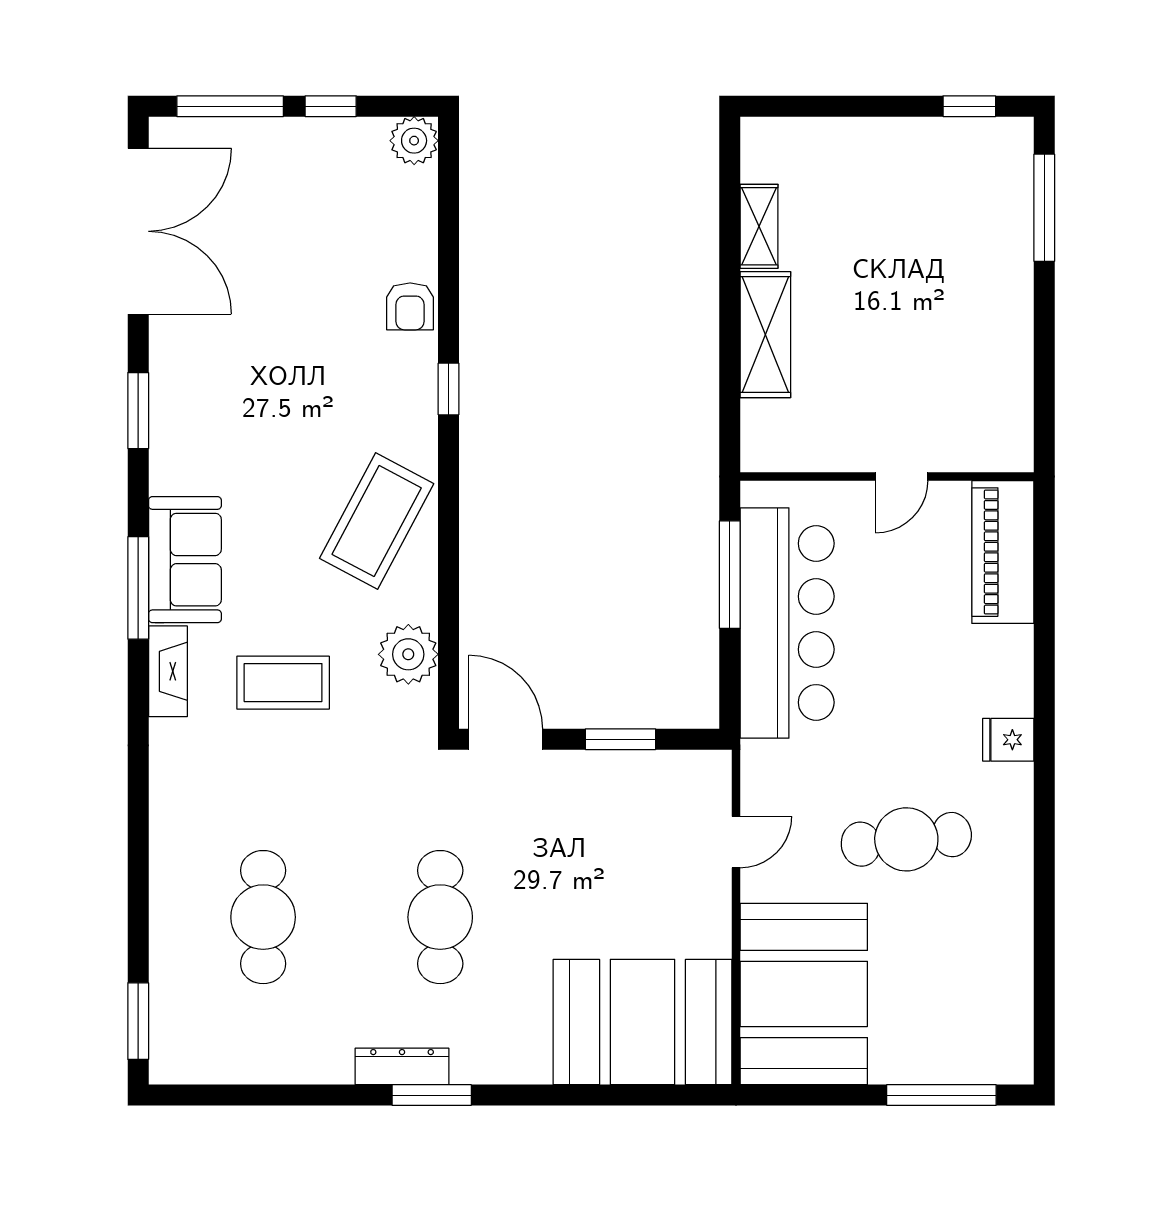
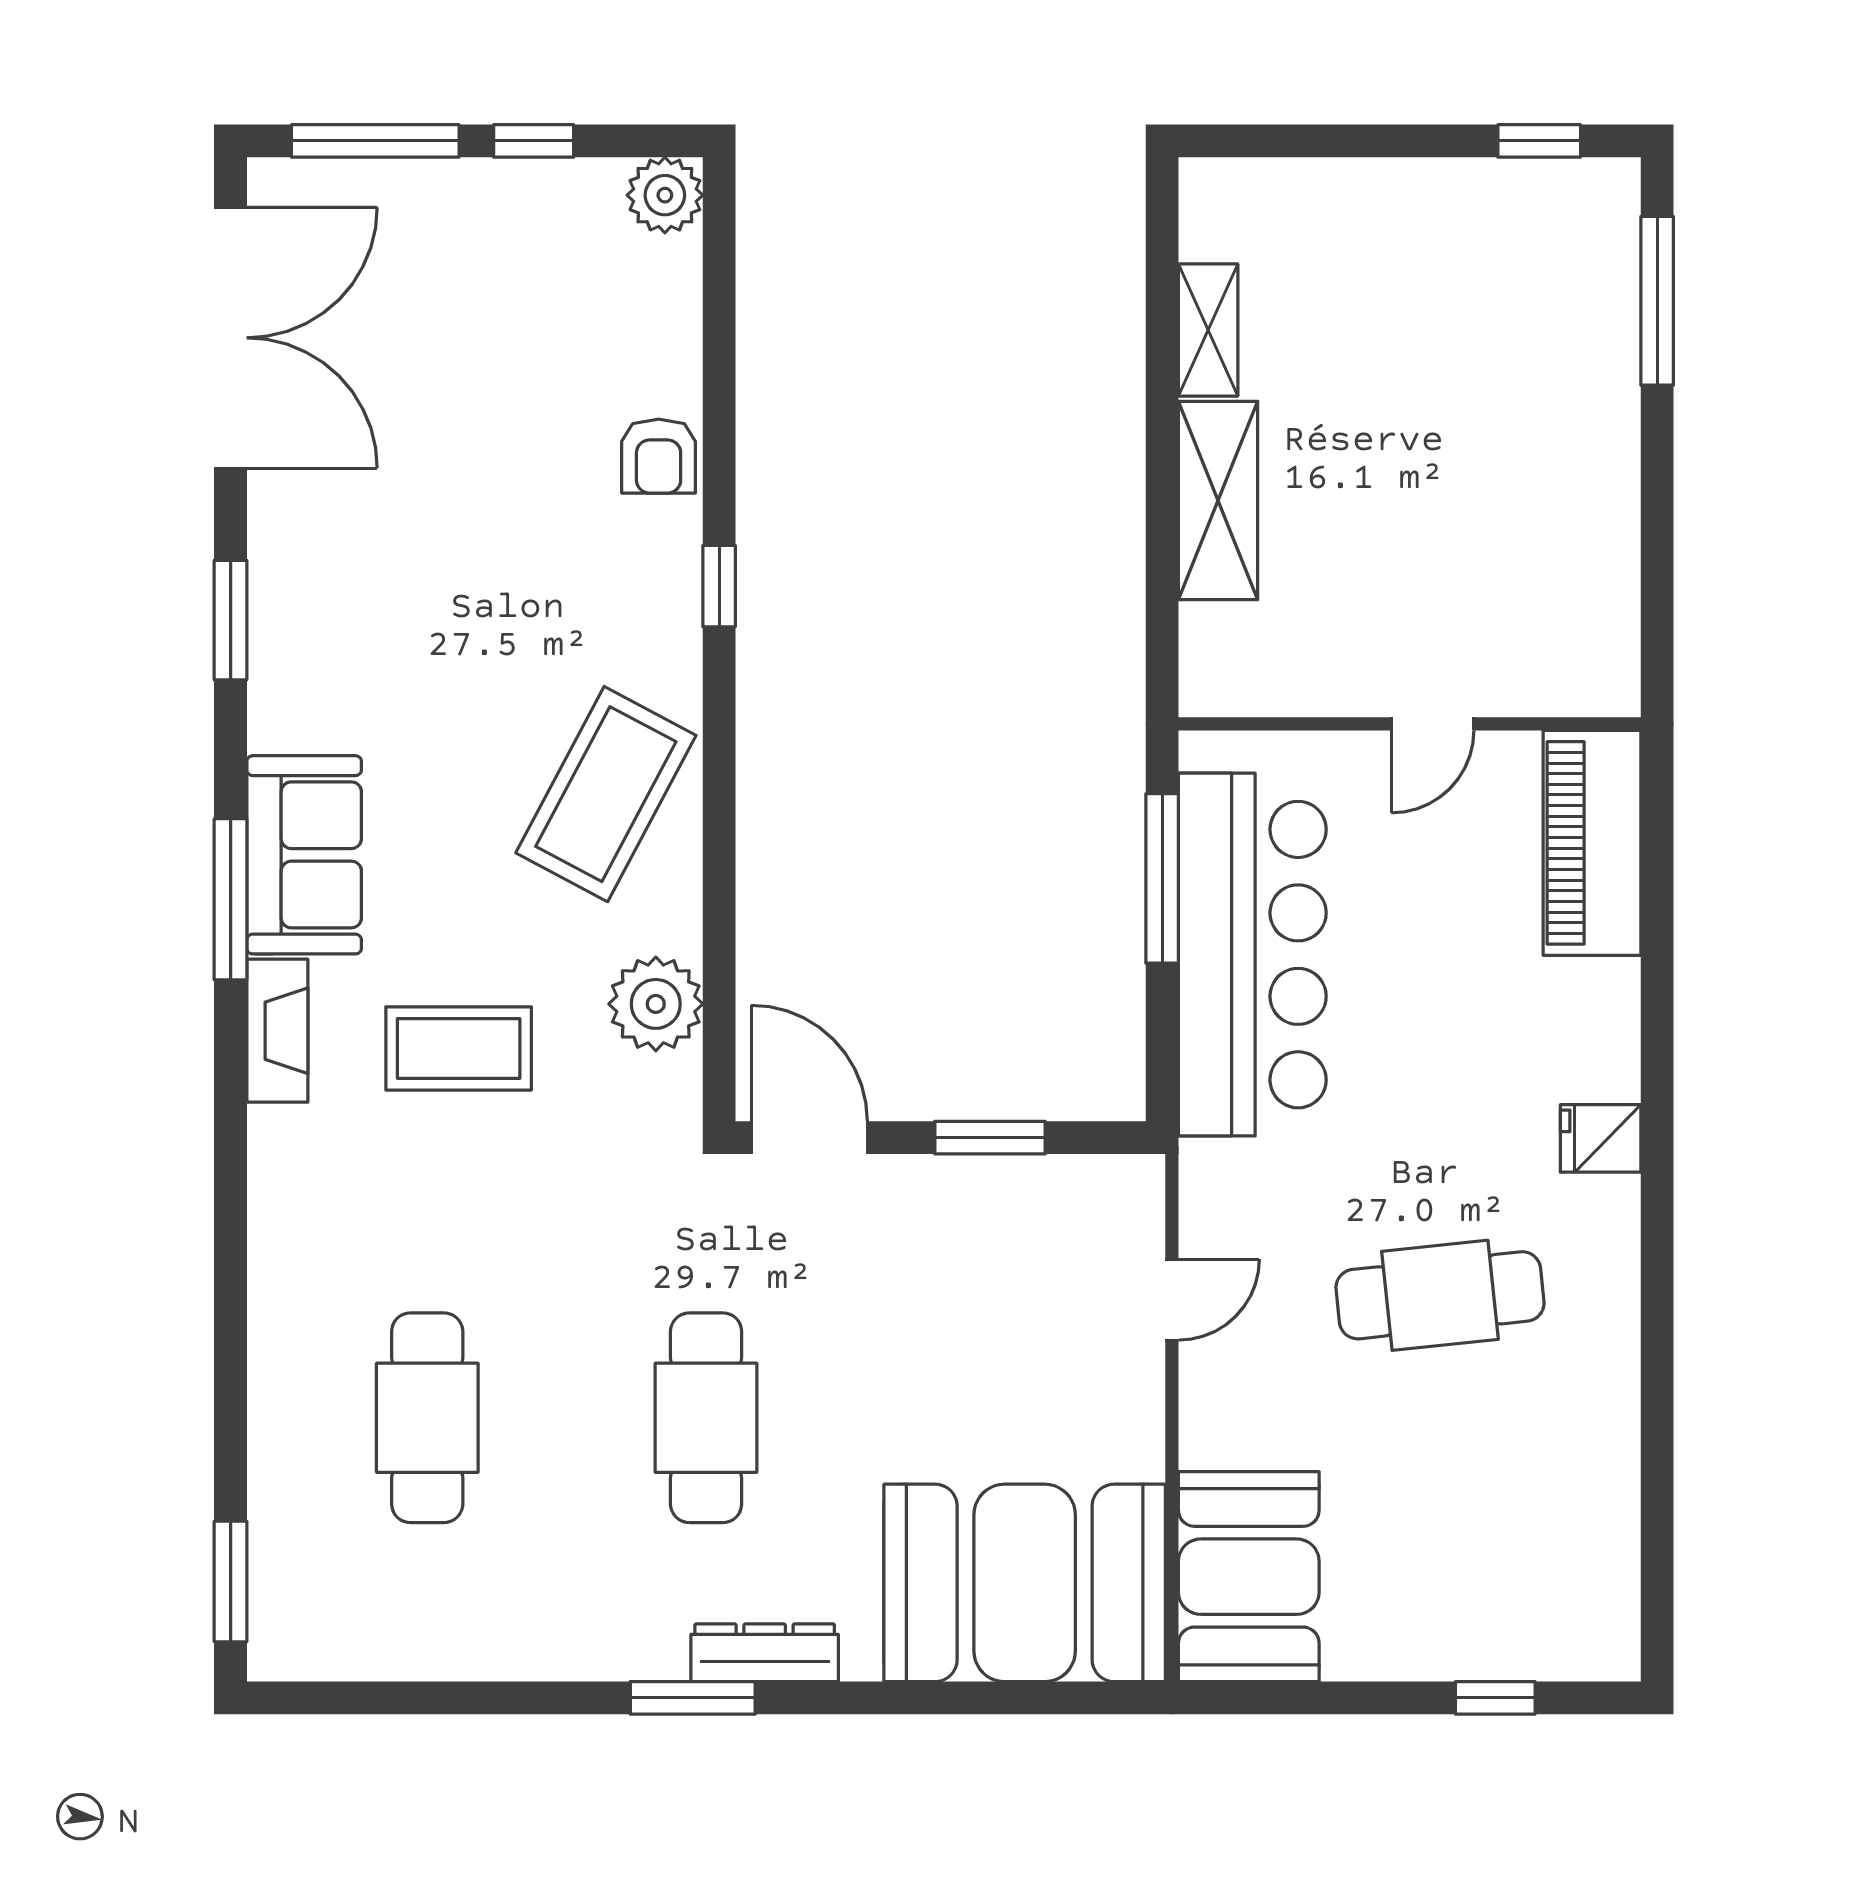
booth: (804, 994) -> (1249, 1577), width x0.73, depth x0.70
dresser: (402, 1066) -> (765, 1653), moved
window: (941, 1095) -> (1495, 1698), width x0.46

